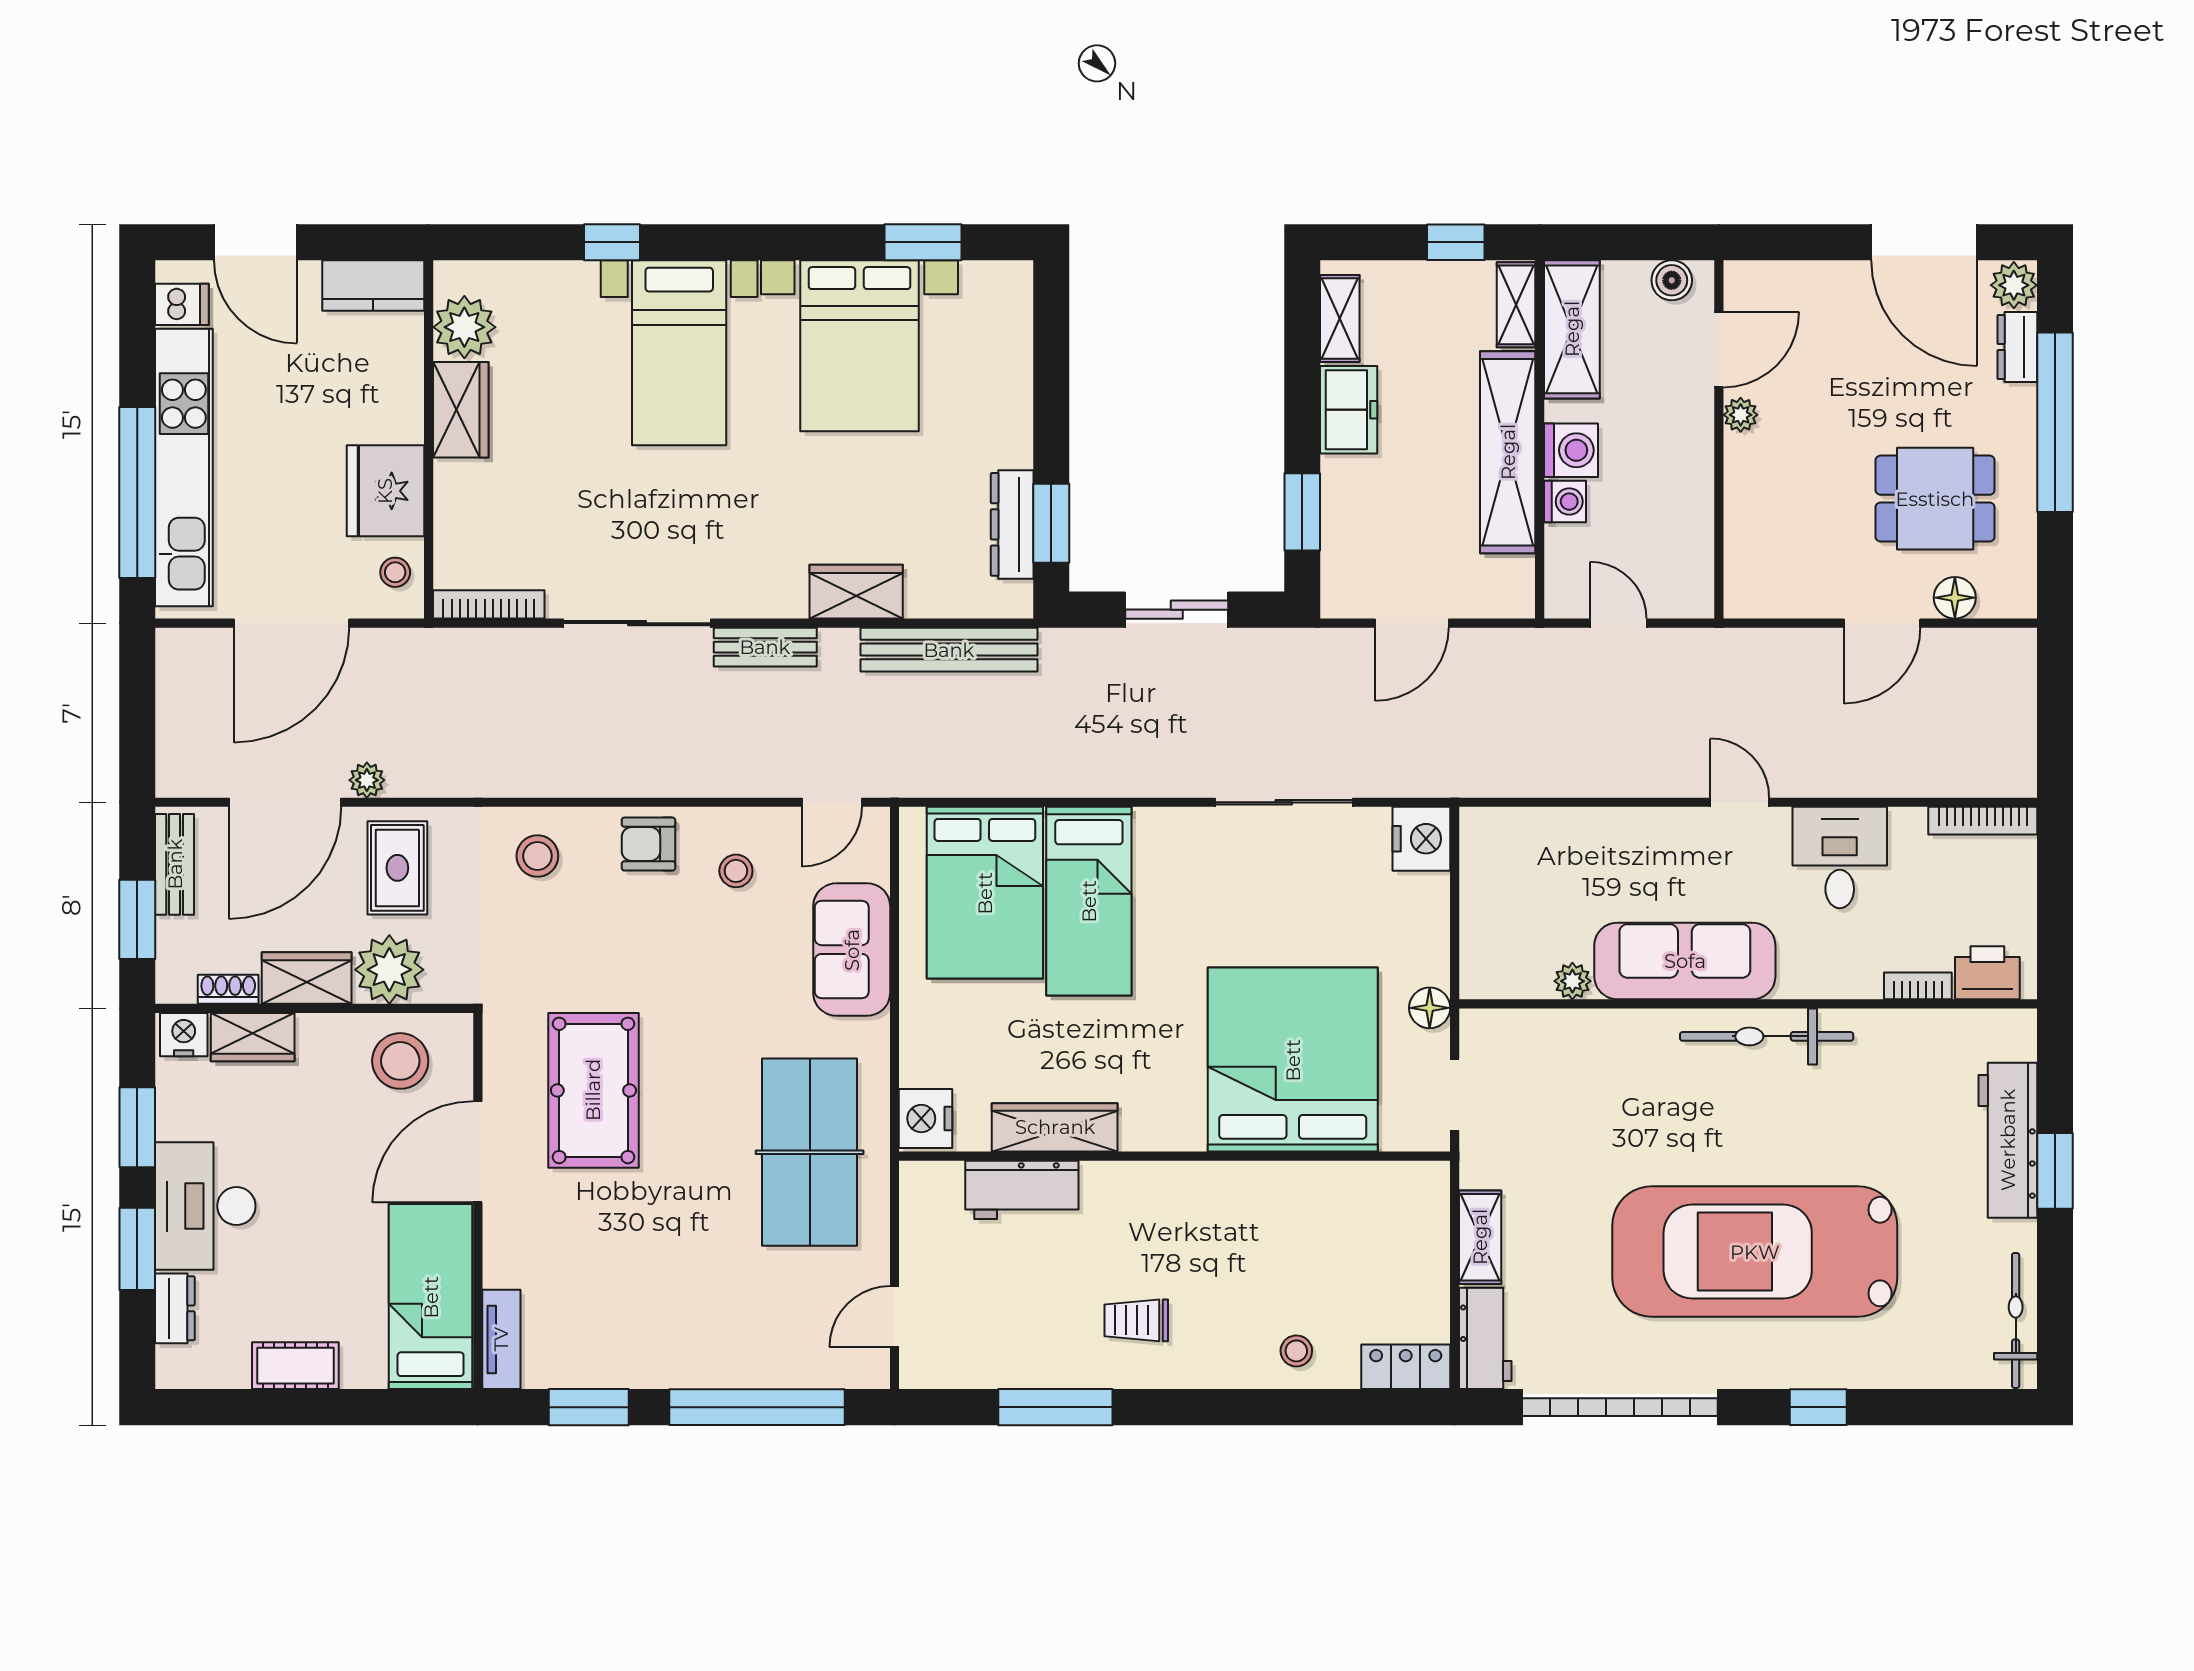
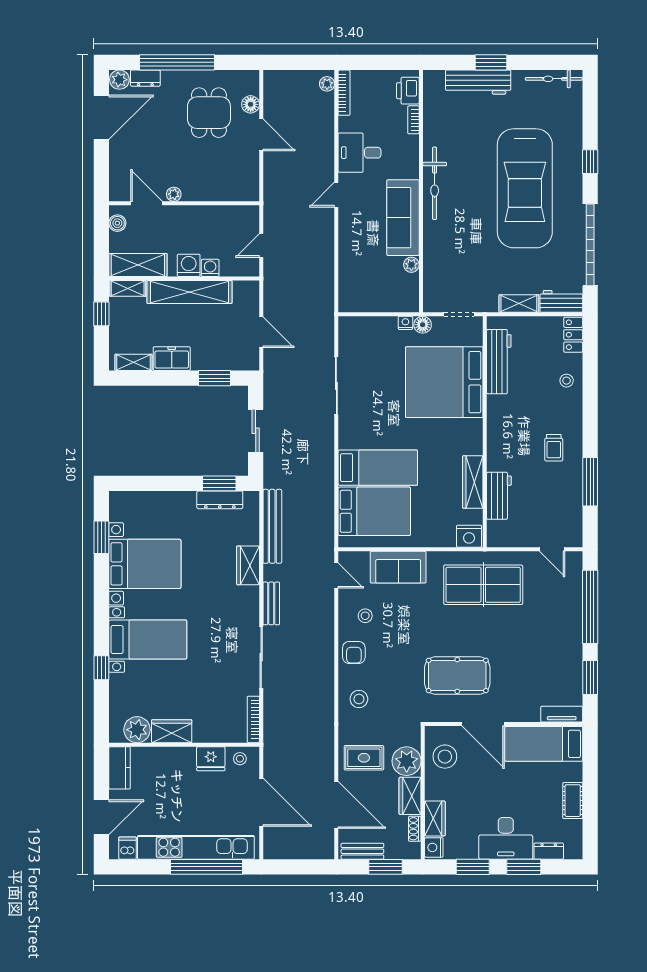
fridge: (385, 491) -> (211, 759), width x0.73, depth x0.75
plant: (367, 780) -> (327, 84), moved
nightstand: (1421, 839) -> (405, 323), moved, width x0.53, depth x0.56
workbench: (1342, 1190) -> (499, 362), added

